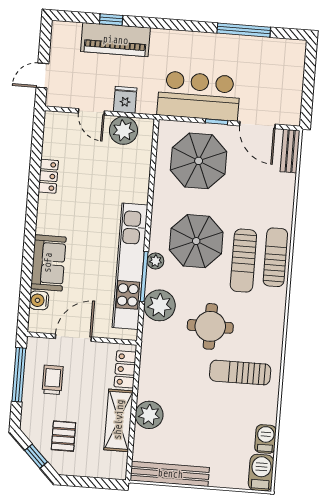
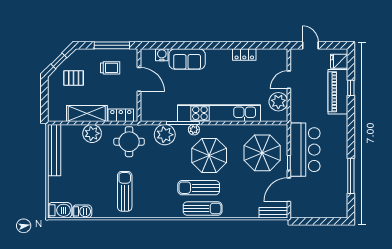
fridge: (125, 100) -> (339, 61), moved, turned 180
kitchen unit: (130, 266) -> (219, 113), moved
round table: (210, 326) -> (129, 142), moved

